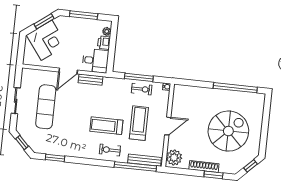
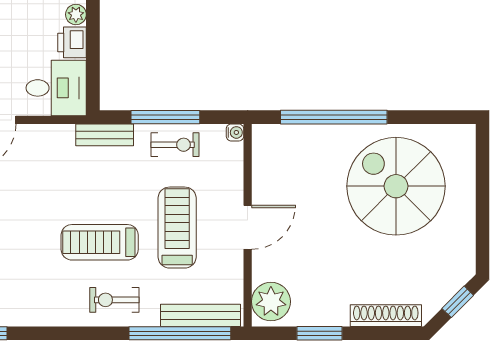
bench: (90, 80) -> (105, 135), moved
window: (235, 88) -> (334, 117), moved
spiral stairs: (228, 131) -> (396, 186), moved, turned -90
shoe rack: (204, 167) -> (386, 316), moved
window: (213, 175) -> (320, 333), moved

